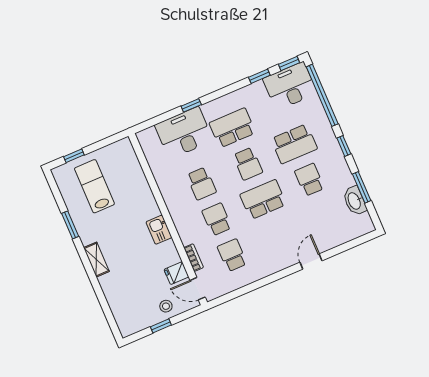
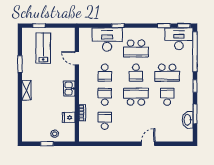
school desk: (232, 128) -> (136, 48), turned 180
door: (198, 289) -> (77, 58), moved

